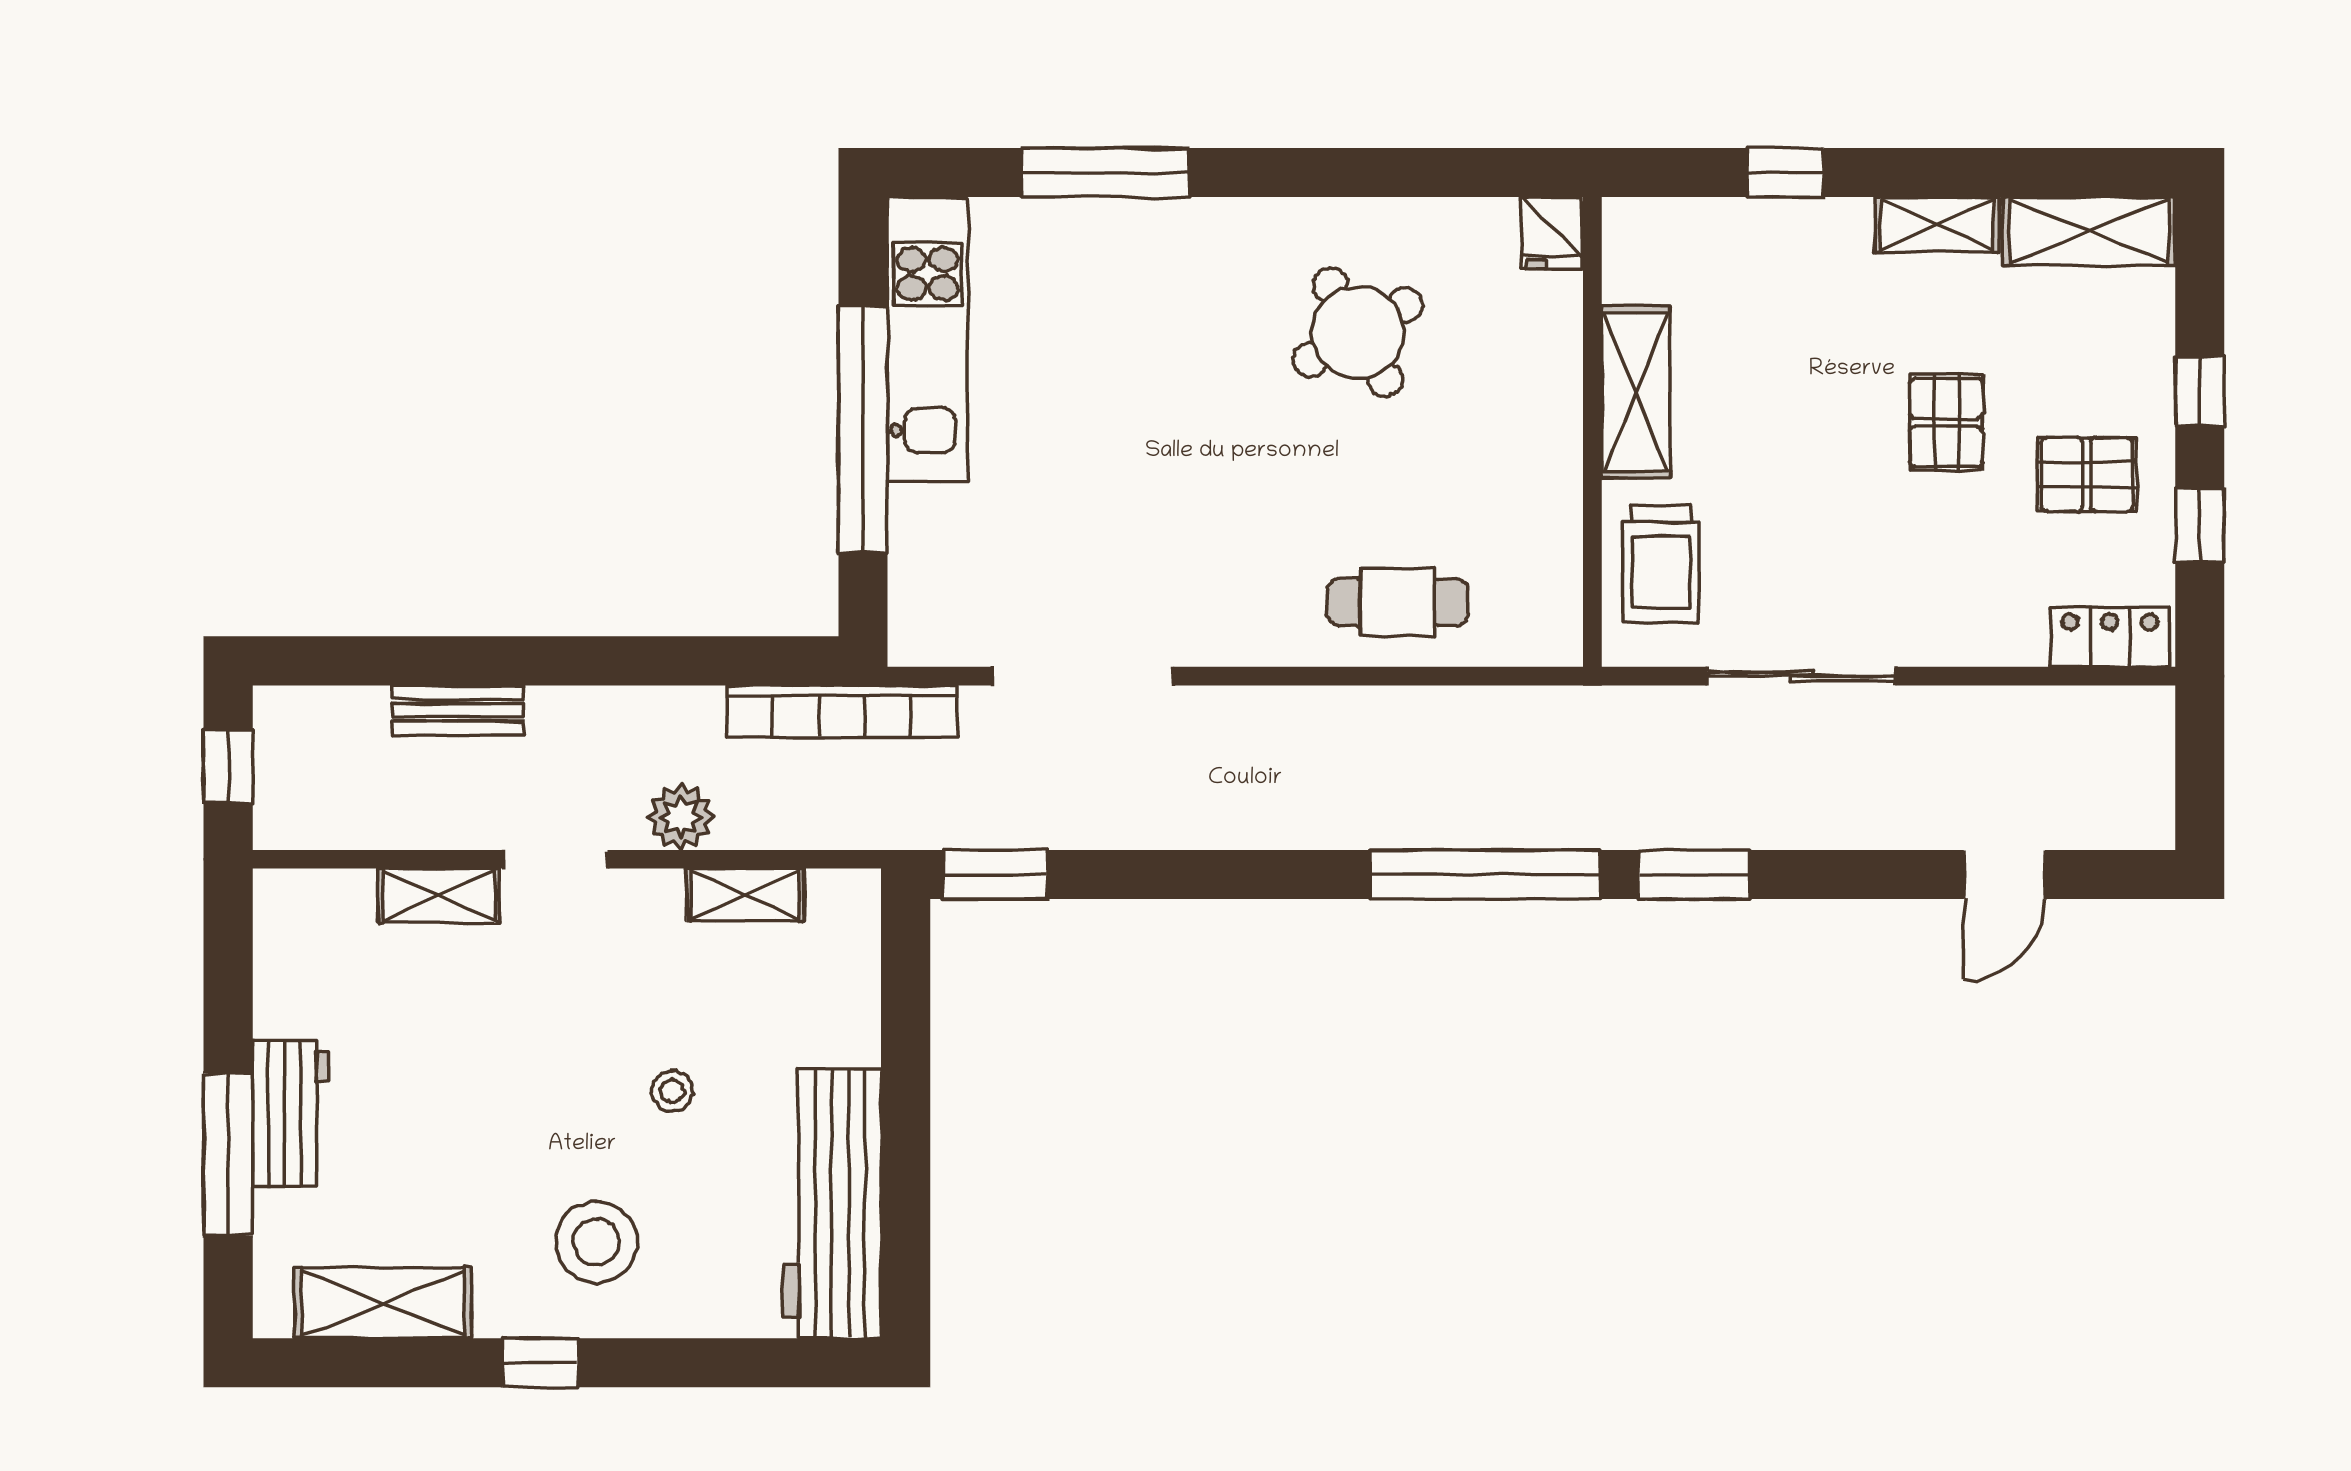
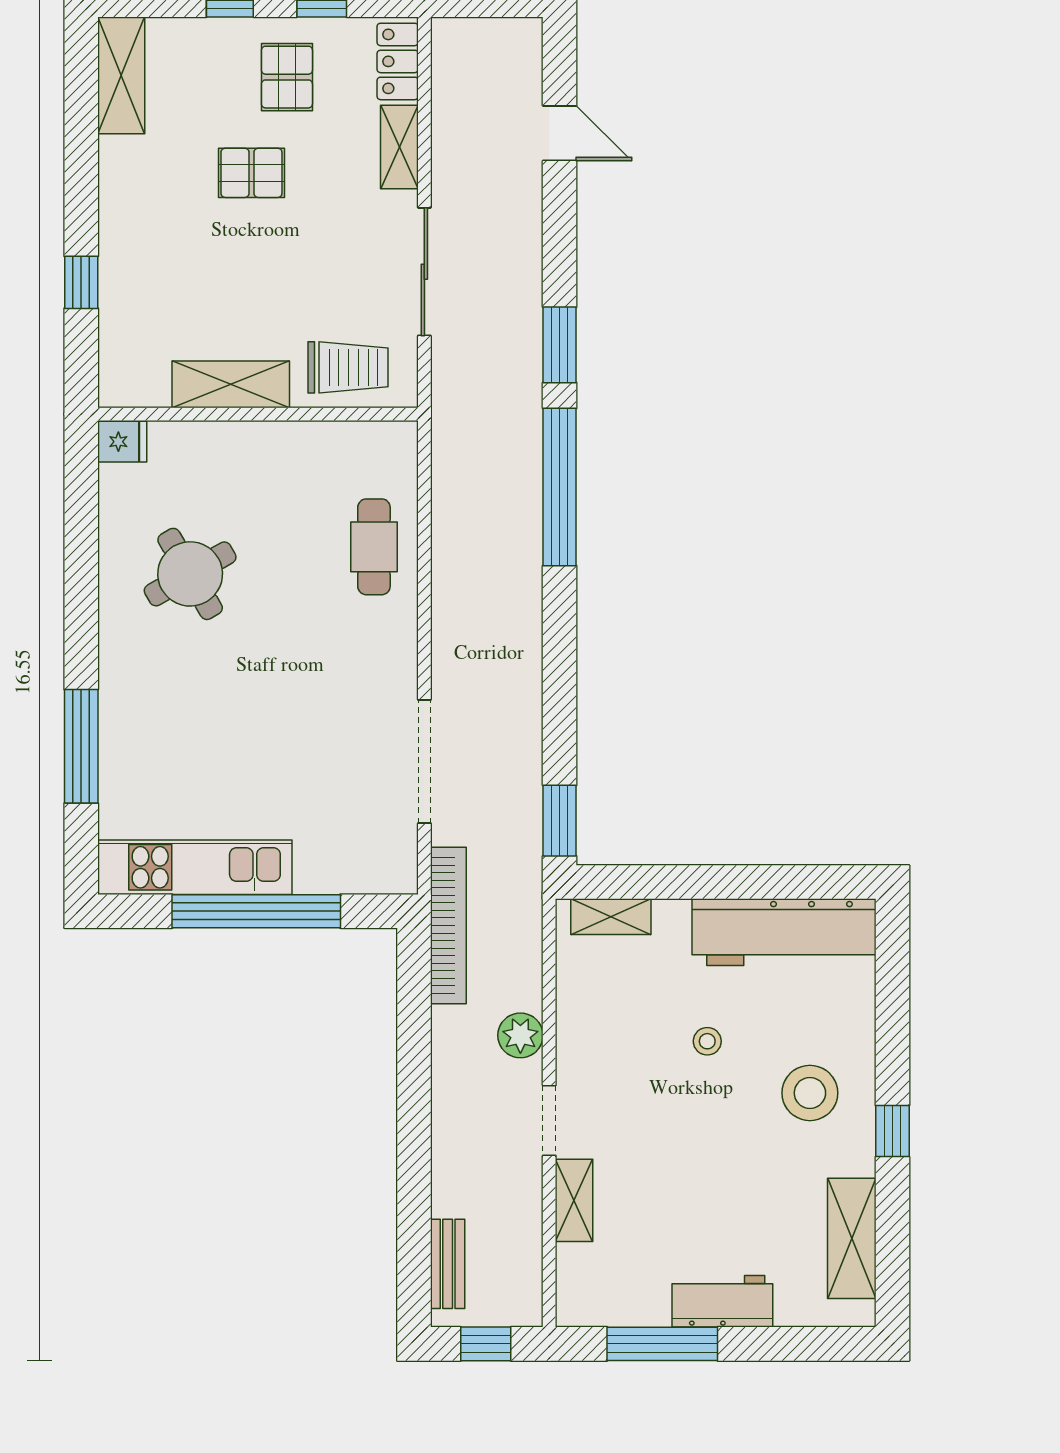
shelving: (1937, 225) -> (399, 147), moved
bench: (458, 710) -> (448, 1264), moved
shelving: (745, 895) -> (611, 917), moved, turned 90
window: (228, 1154) -> (662, 1344), moved

